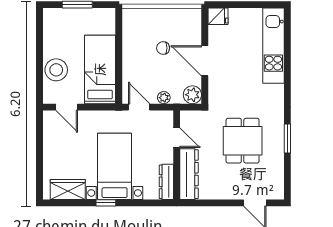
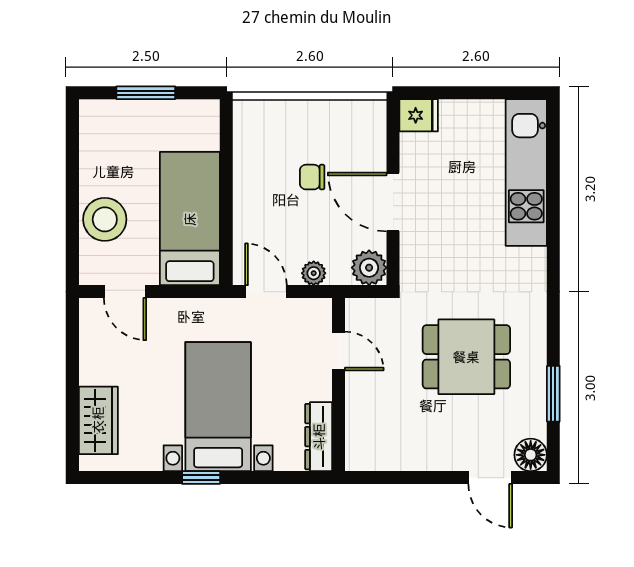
window: (287, 139) -> (553, 394), moved
dining table: (243, 141) -> (466, 357), turned 90
dresser: (189, 174) -> (363, 422), removed
wardrobe: (68, 190) -> (98, 420), moved, turned 90
floor lamp: (276, 191) -> (531, 455), added

